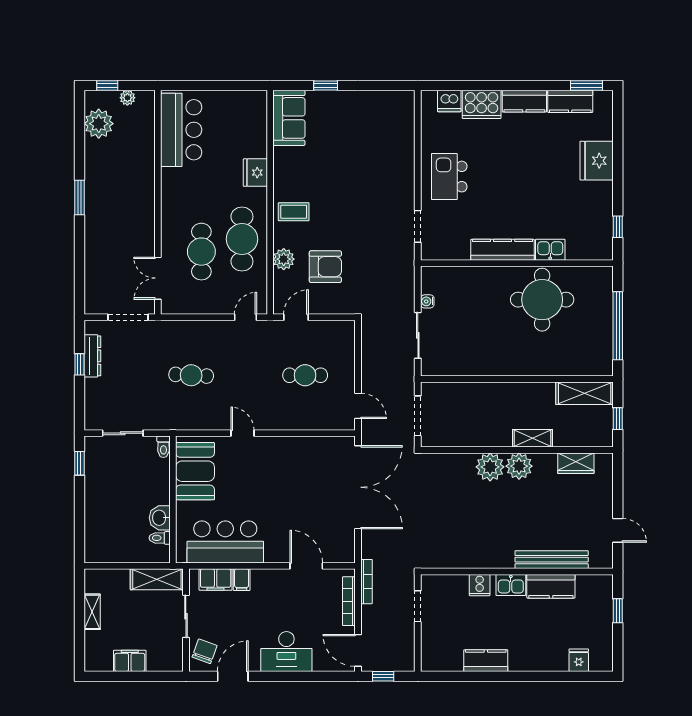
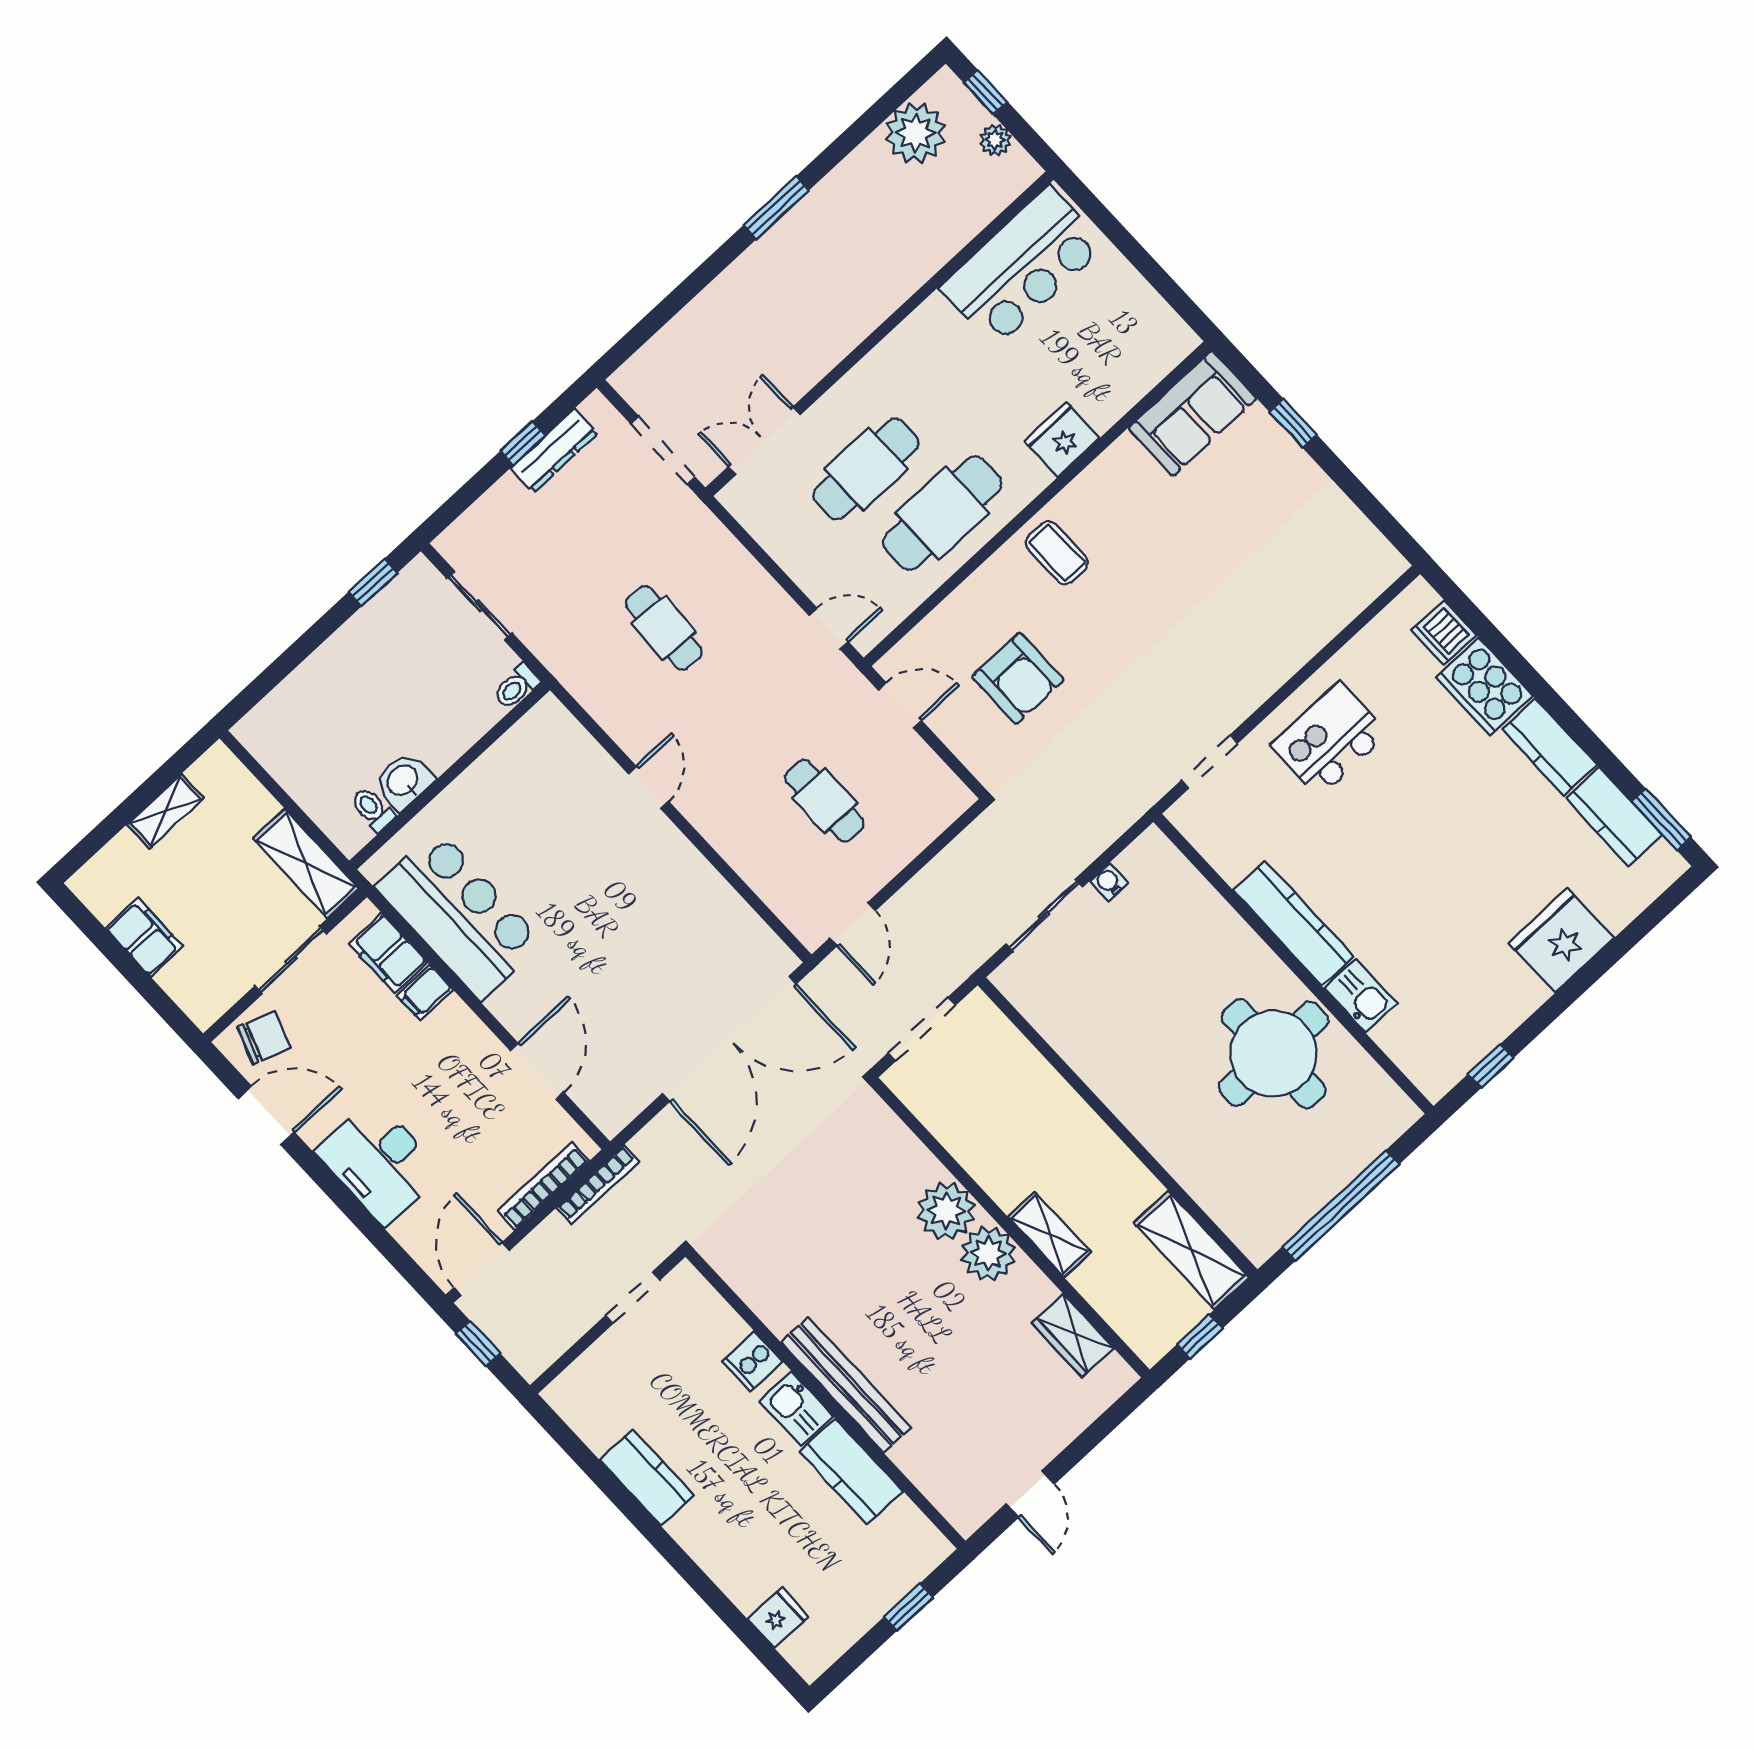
plant: (284, 259) -> (971, 604), removed
booth: (195, 471) -> (524, 769), removed
bench: (552, 560) -> (846, 1385), moved

